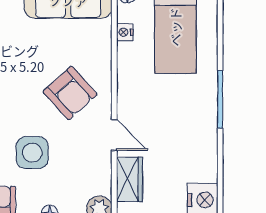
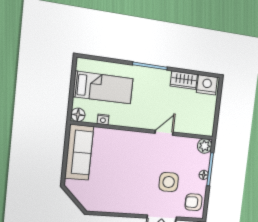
armchair: (70, 93) -> (136, 157), removed
wardrobe: (130, 179) -> (184, 80), moved, turned 180

